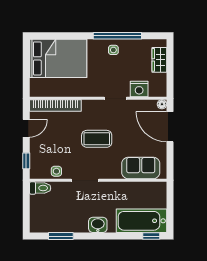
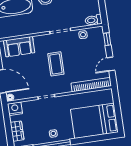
nightstand: (139, 89) -> (15, 109), moved
coffee table: (97, 139) -> (56, 64), turned 90

